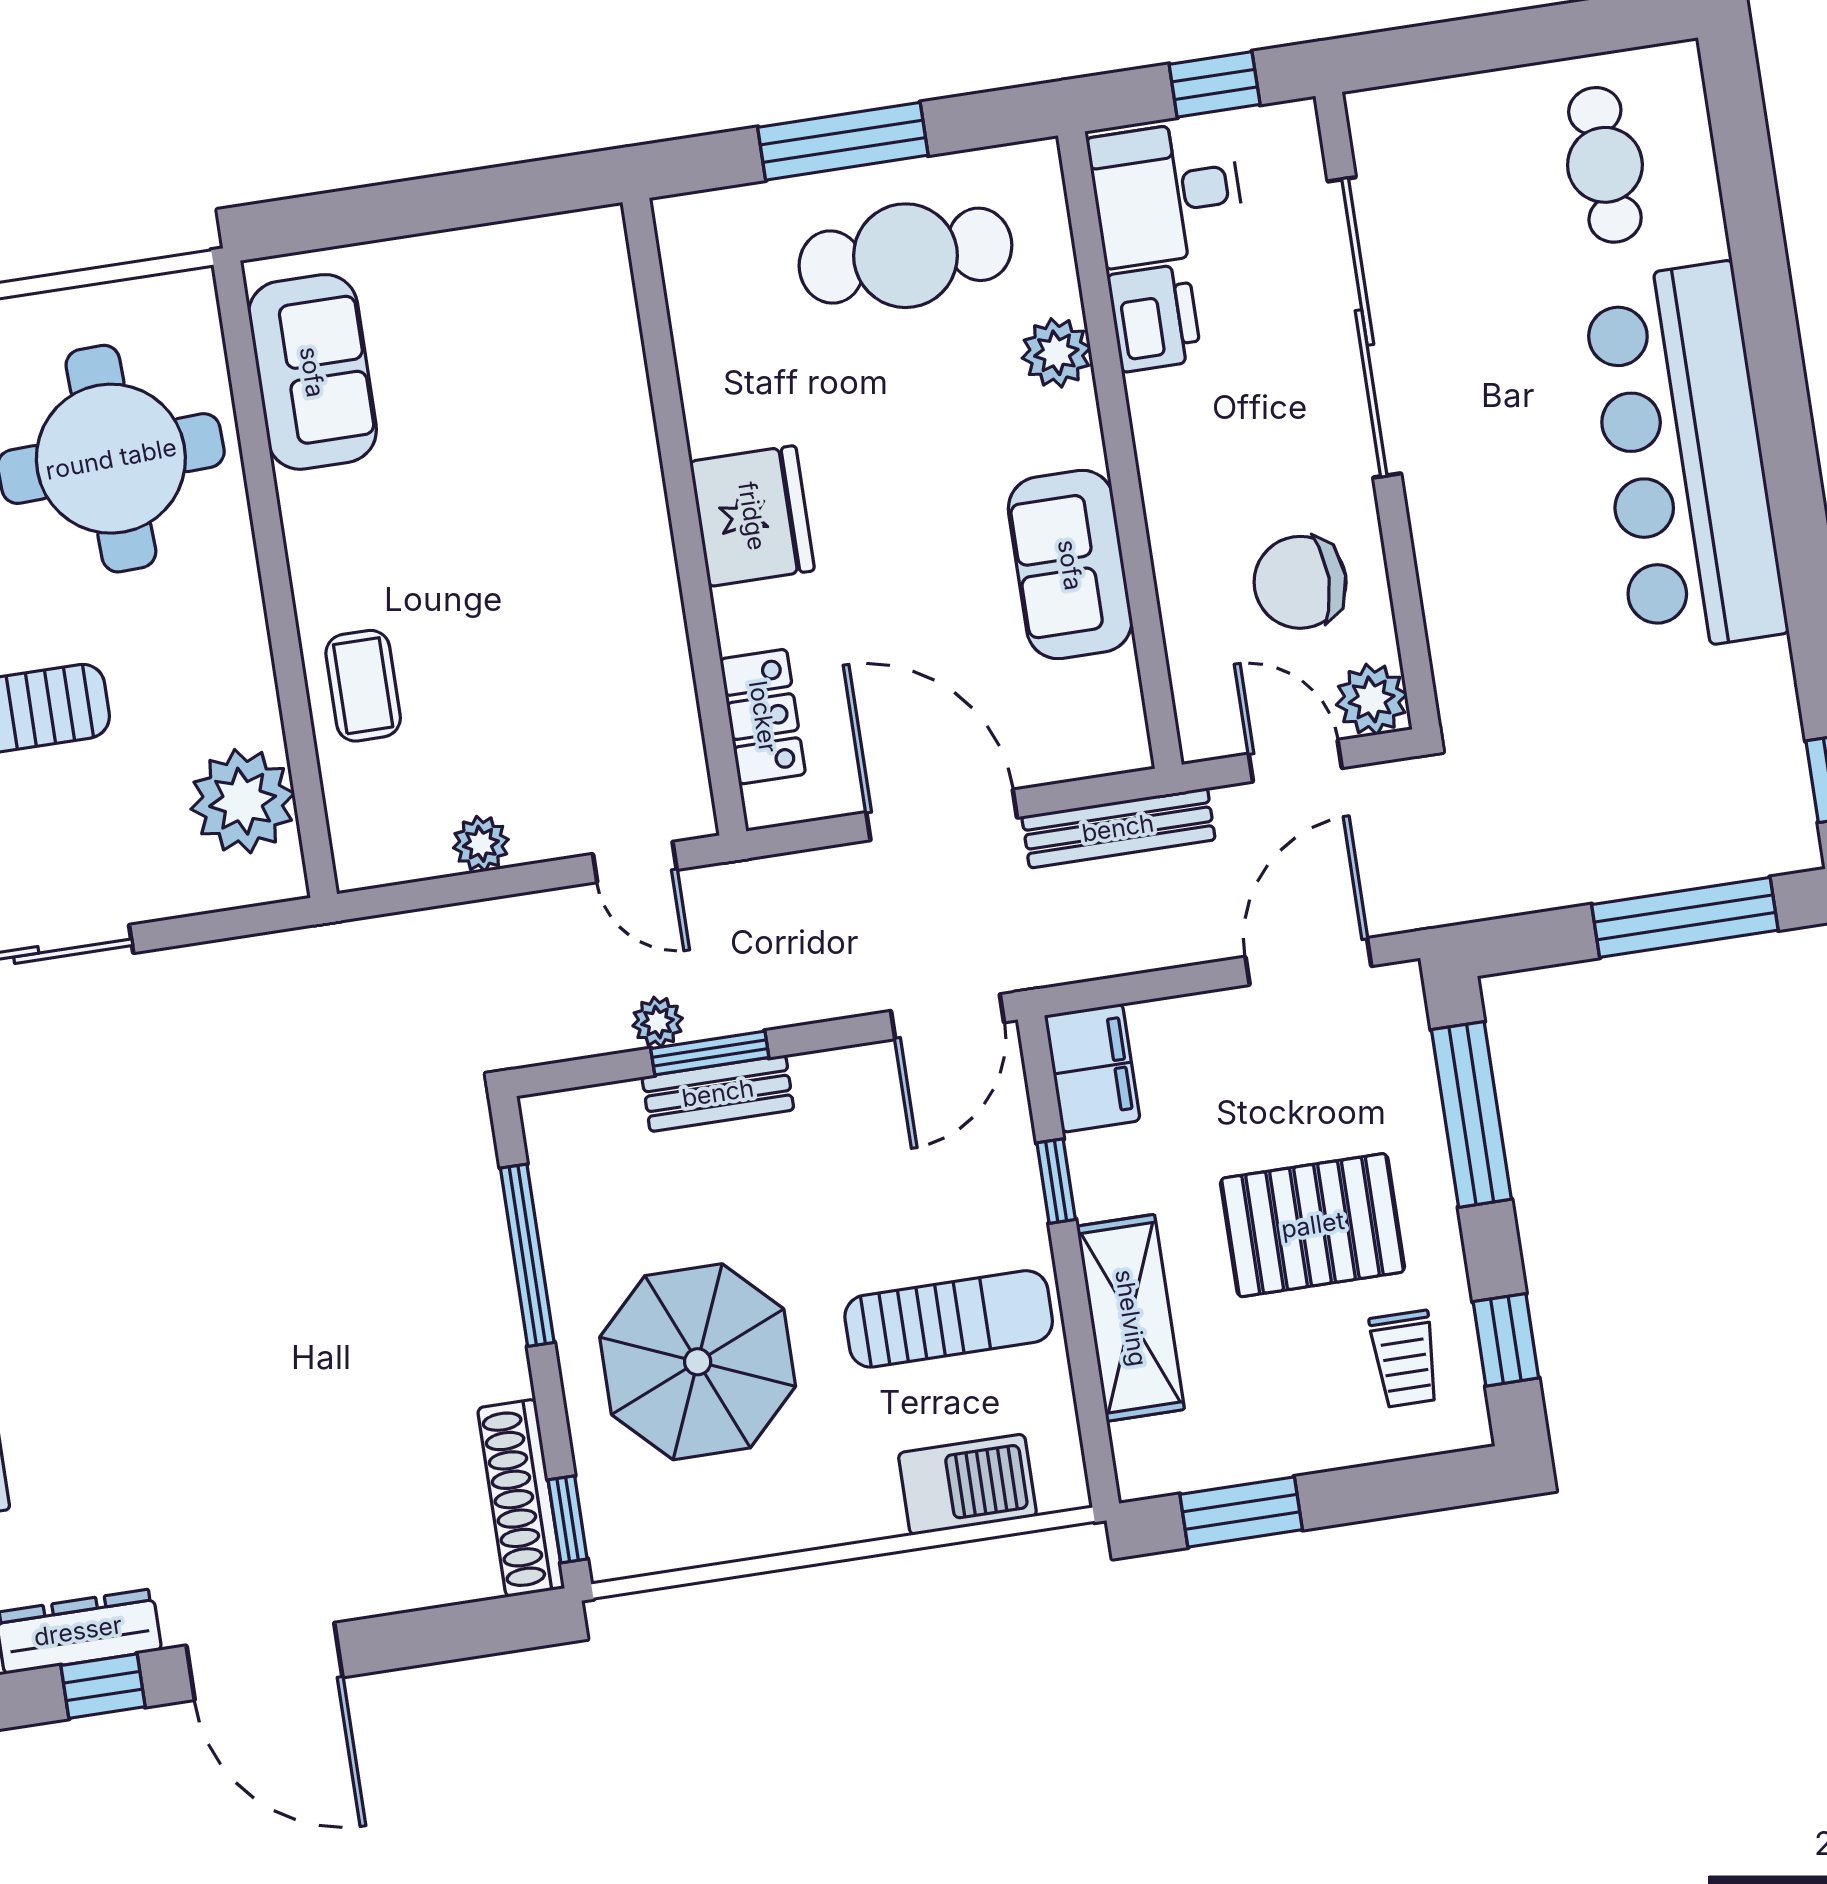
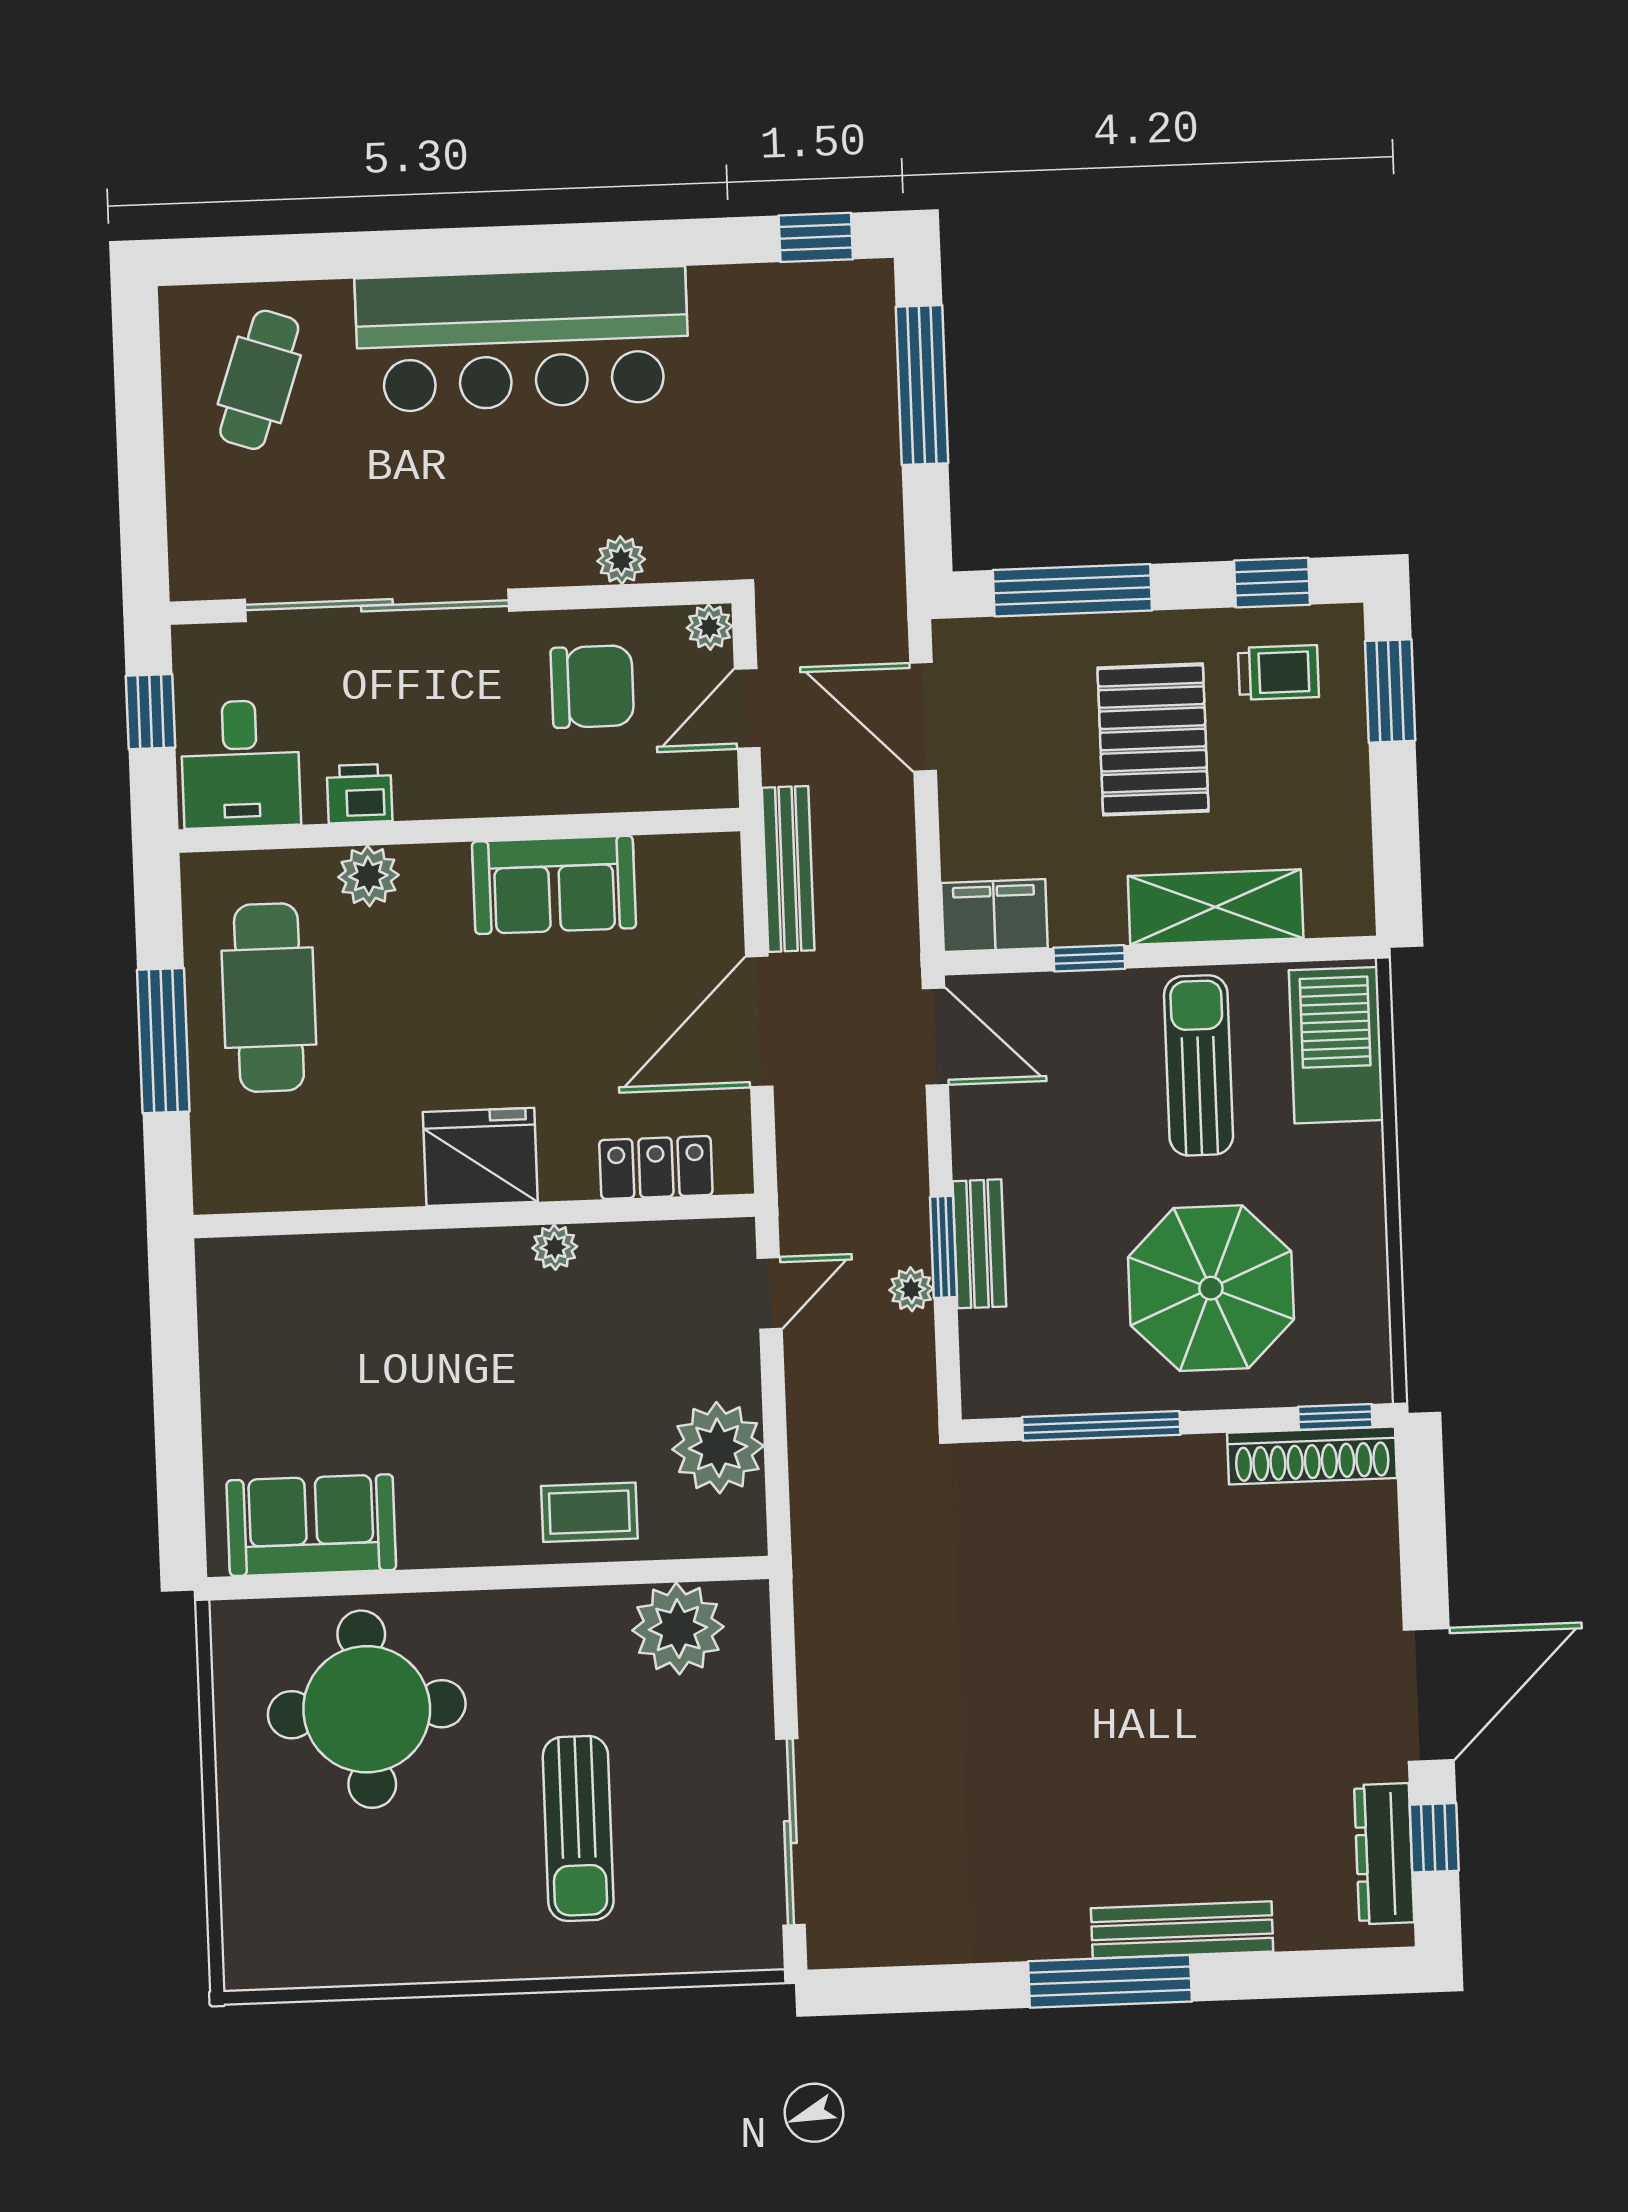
cafe table: (1605, 165) -> (259, 380), turned -69
printer: (1154, 318) -> (360, 794), width x0.73, depth x0.81
chair: (1300, 582) -> (592, 687), turned -90
plant: (1447, 599) -> (621, 560), added
plant: (659, 612) -> (555, 1247), added
plant: (1372, 699) -> (710, 627), width x0.73, depth x0.73
plant: (481, 844) -> (718, 1448), width x1.88, depth x1.88
barbecue: (967, 1485) -> (1336, 1045), width x1.37, depth x1.21
window: (1241, 1512) -> (1390, 691), moved

